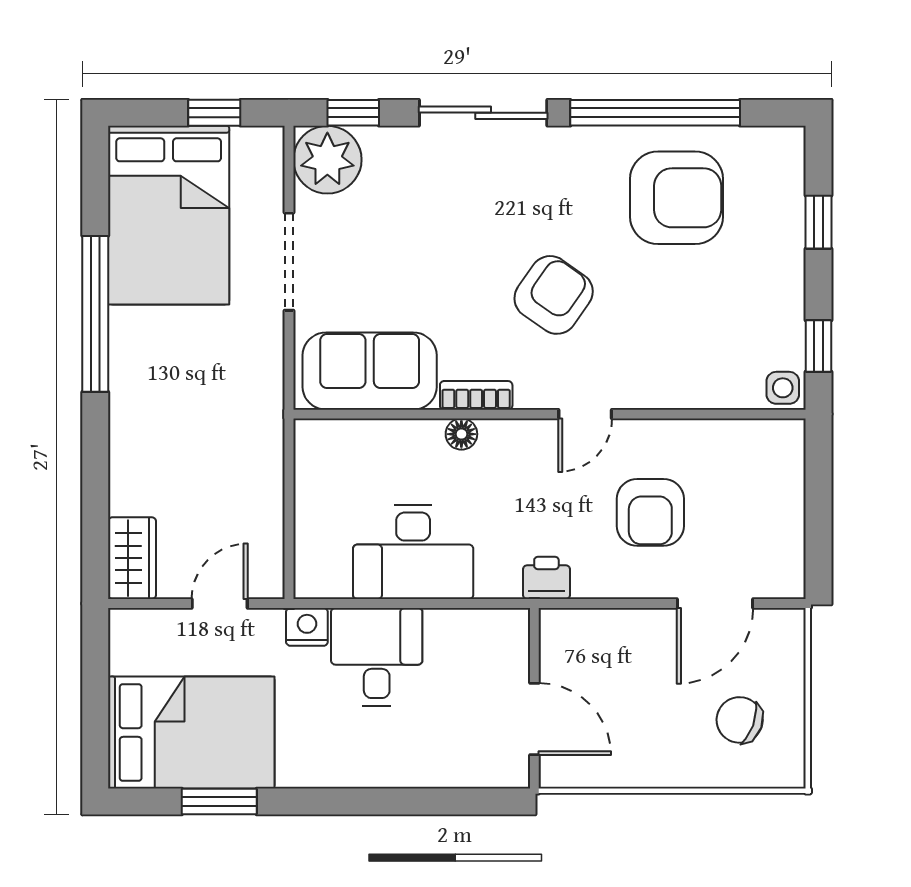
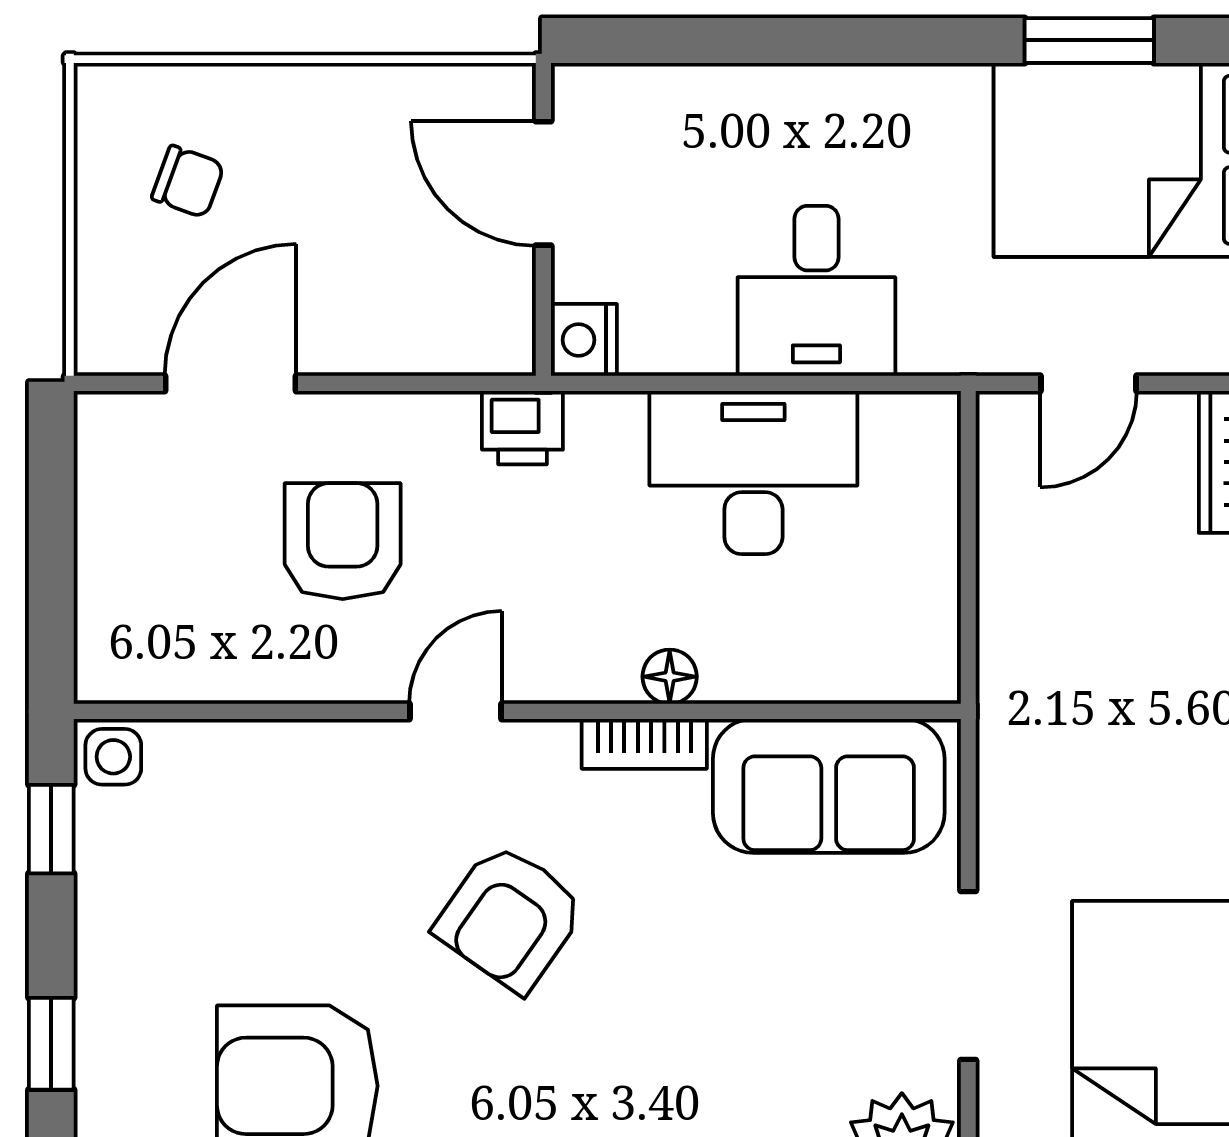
nightstand: (307, 627) -> (584, 340), moved, turned 90
chair: (740, 720) -> (188, 182), width x0.73, depth x0.73

